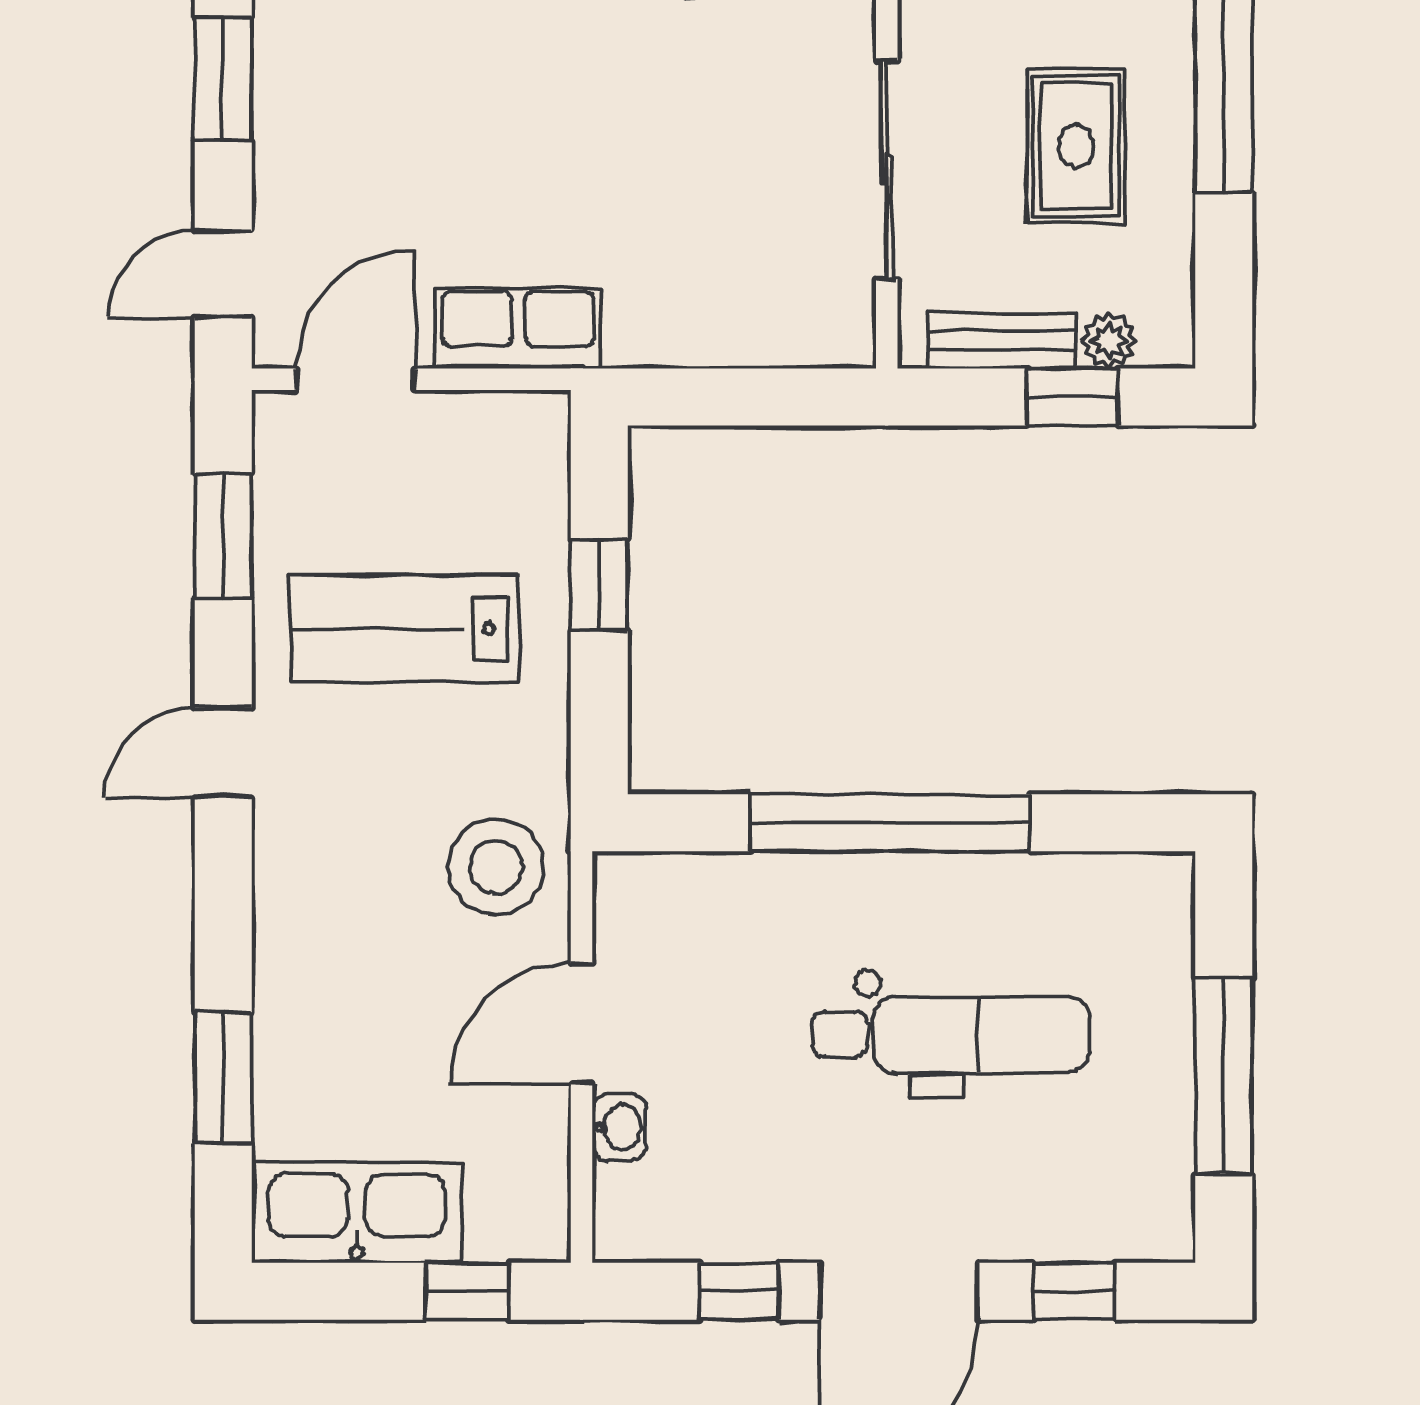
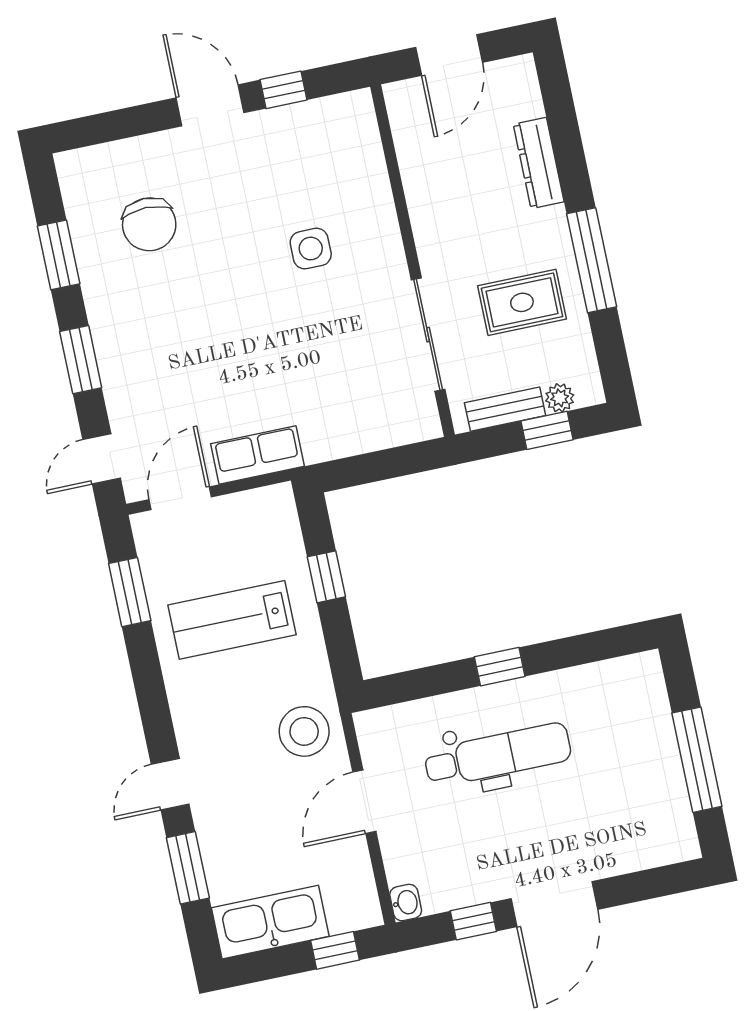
rug: (1076, 146) -> (522, 302), turned 90
door: (223, 752) -> (170, 784), moved
window: (890, 823) -> (500, 667), width x0.32
dental chair: (951, 1035) -> (498, 755), moved
washbasin: (619, 1127) -> (406, 903), moved
window: (1074, 1291) -> (644, 885), removed

